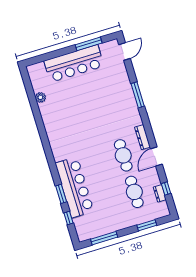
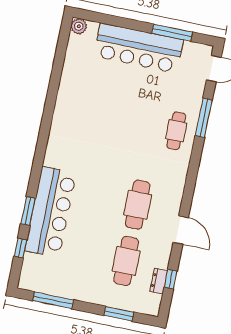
window: (138, 95) -> (204, 118), moved
plant: (40, 97) -> (79, 26), moved
cafe table: (122, 100) -> (176, 131), added
dresser: (142, 137) -> (176, 194), removed
door: (156, 156) -> (181, 230), swing flipped

